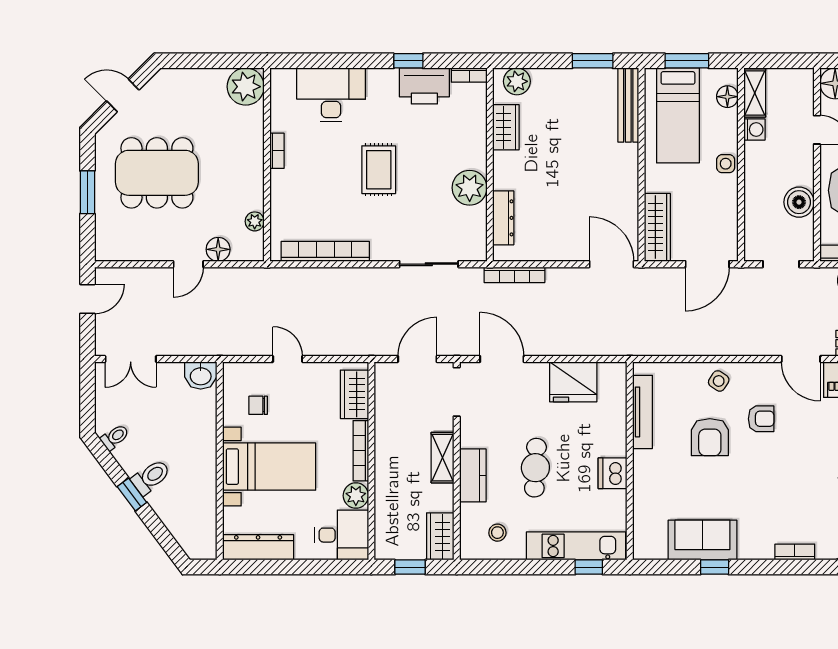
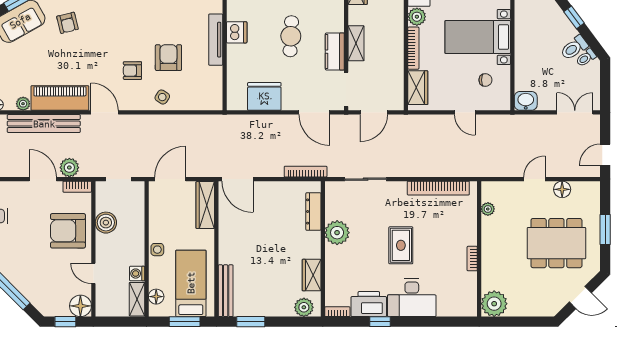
desk: (331, 95) -> (412, 298), moved
floor lamp: (218, 249) -> (562, 189), moved
tv unit: (642, 412) -> (216, 40), moved
kitchen counter: (473, 475) -> (335, 52), moved
toilet: (151, 477) -> (574, 48), moved

